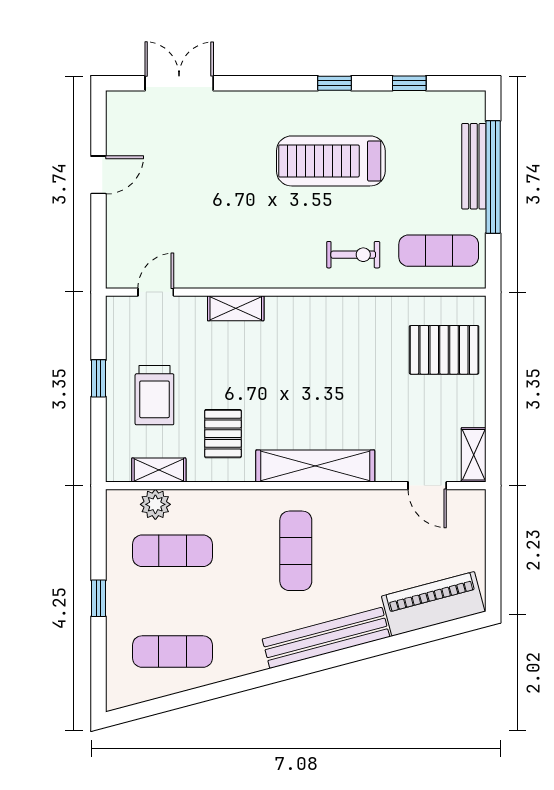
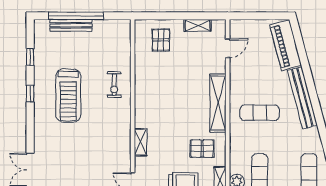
exercise mat: (439, 251) -> (112, 43), removed
exercise bike: (353, 255) -> (114, 85), turned 180
pallet: (444, 350) -> (161, 40), width x0.67, depth x0.71
shelving: (474, 455) -> (198, 25), moved

